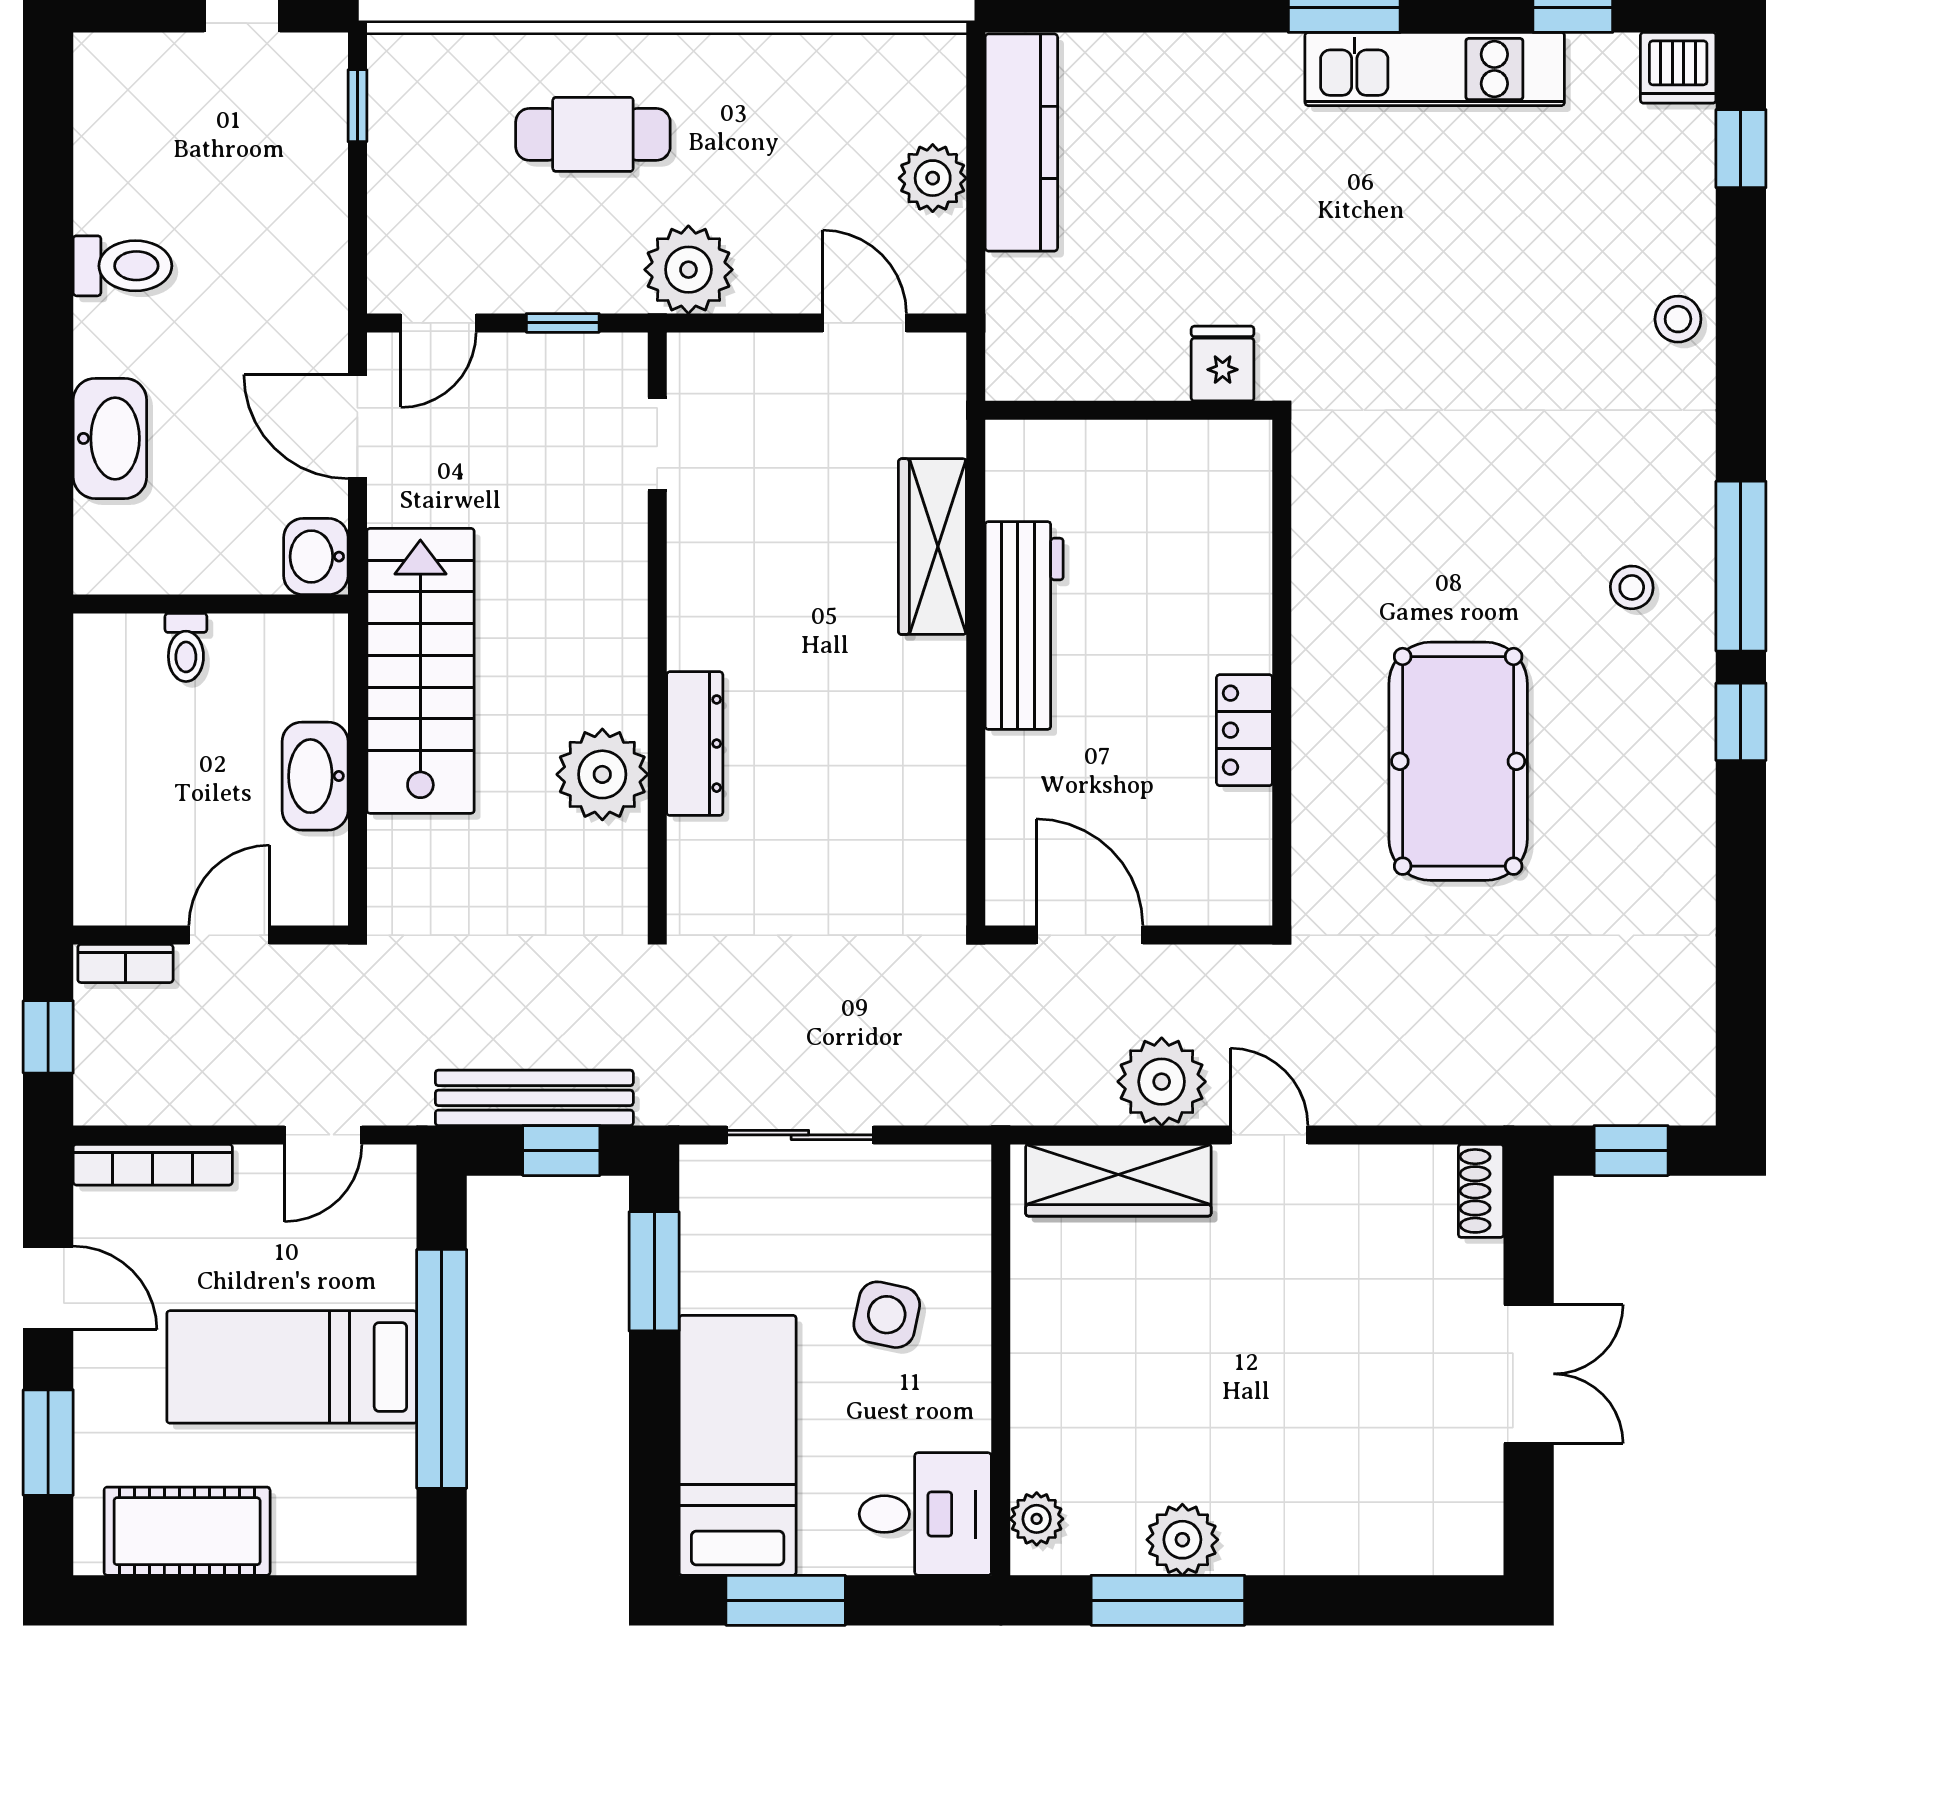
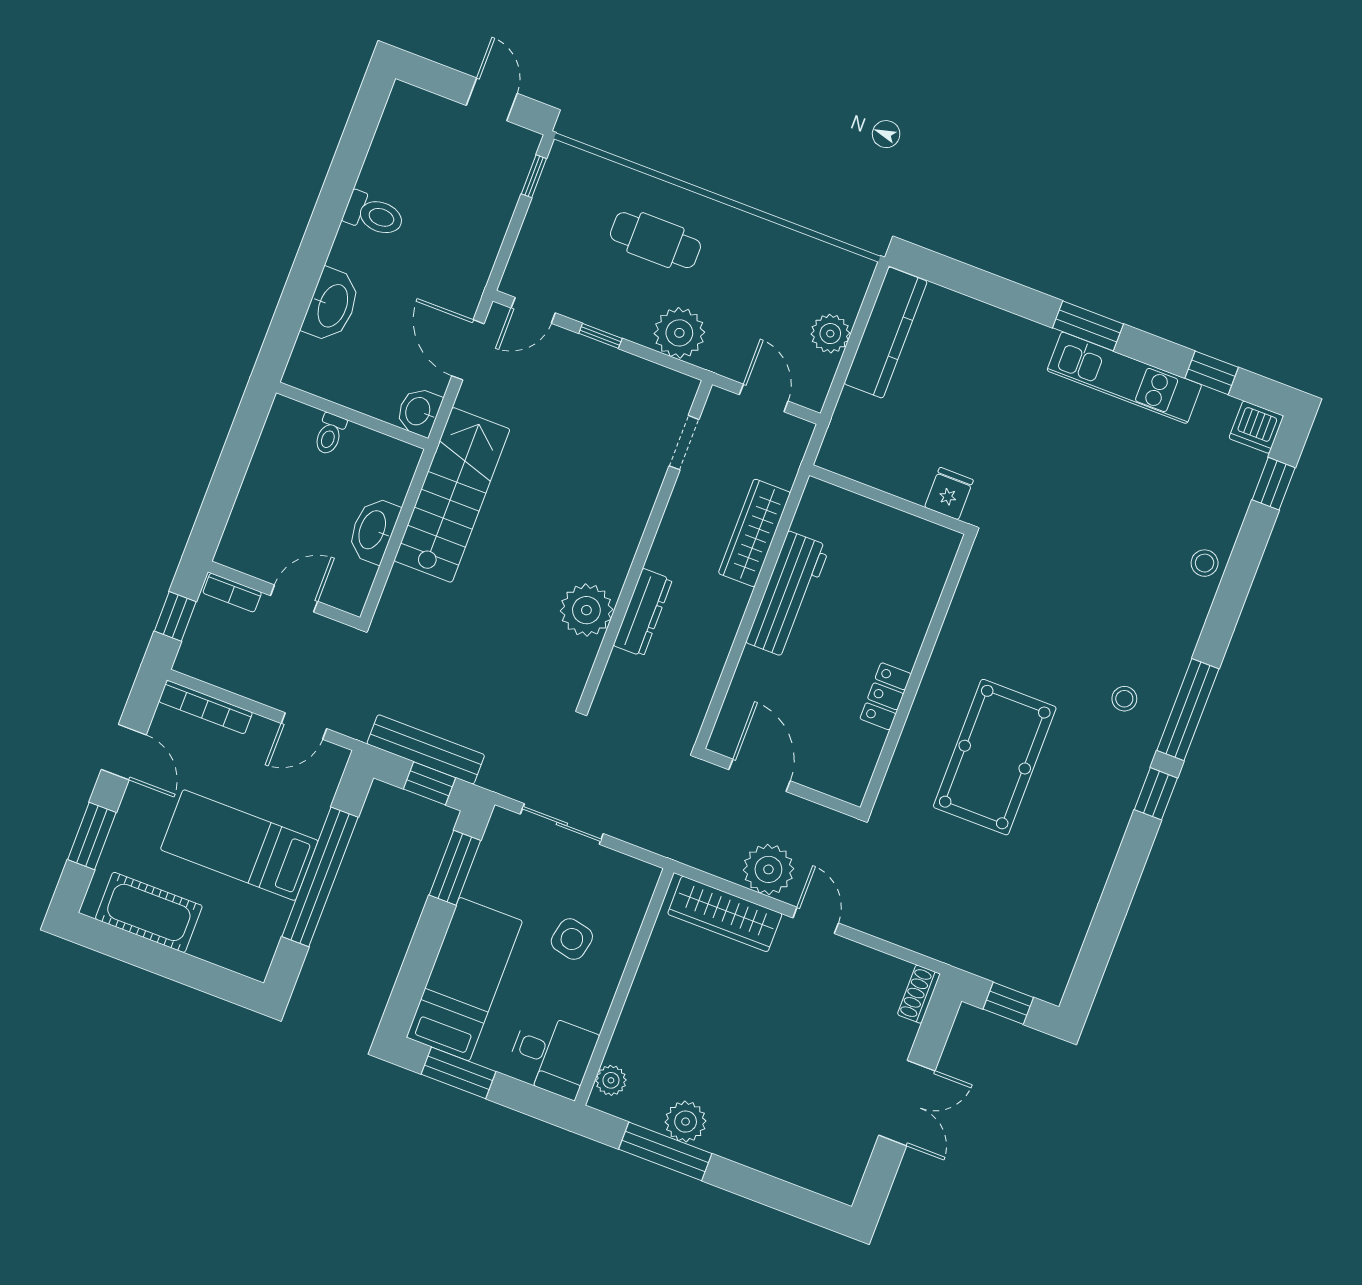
doorway: (657, 444) -> (684, 443), moved
wall: (657, 629) -> (646, 543), moved
dresser: (695, 744) -> (643, 612), moved
plant: (602, 774) -> (586, 610), moved

